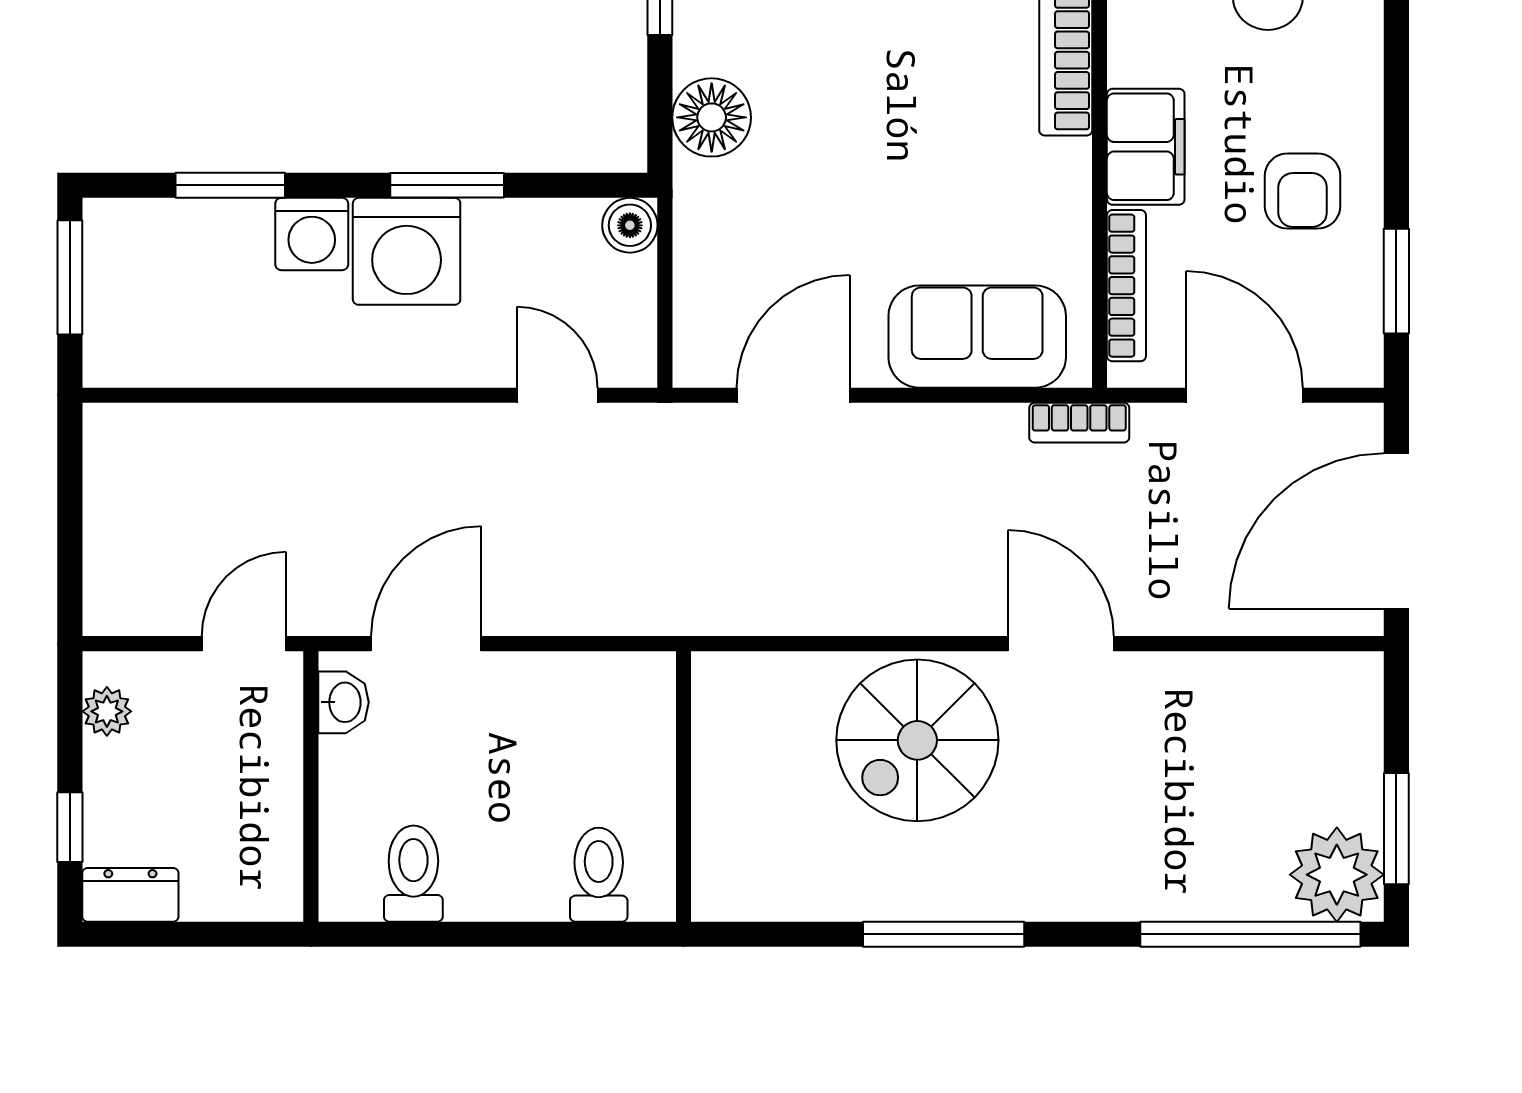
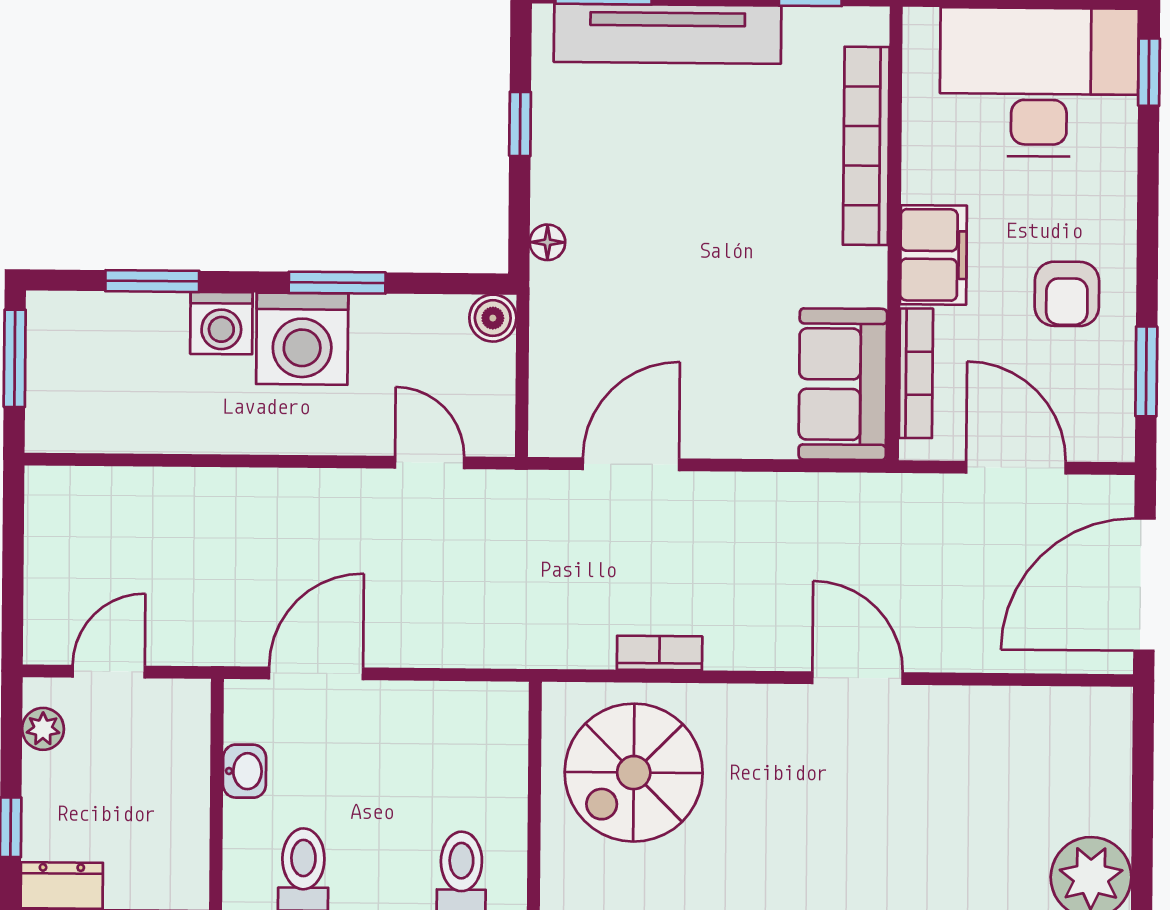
floor lamp: (712, 117) -> (547, 242), width x0.53, depth x0.53
sofa: (977, 337) -> (843, 384), moved, turned -90
bookcase: (1079, 423) -> (660, 653), moved, turned 180
door: (244, 644) -> (109, 672), moved
washbasin: (343, 702) -> (244, 771), moved
spiral stairs: (917, 740) -> (634, 773), moved
window: (1396, 829) -> (1142, 839), removed

